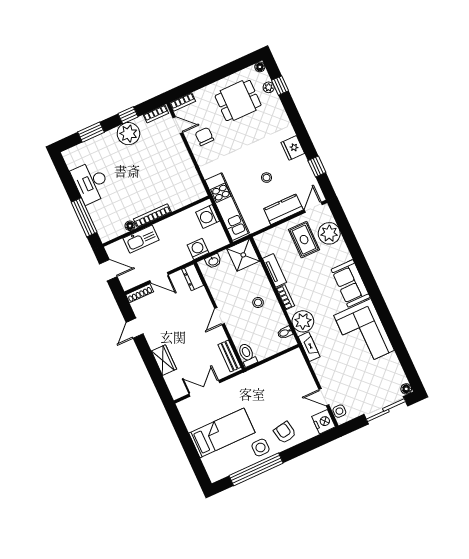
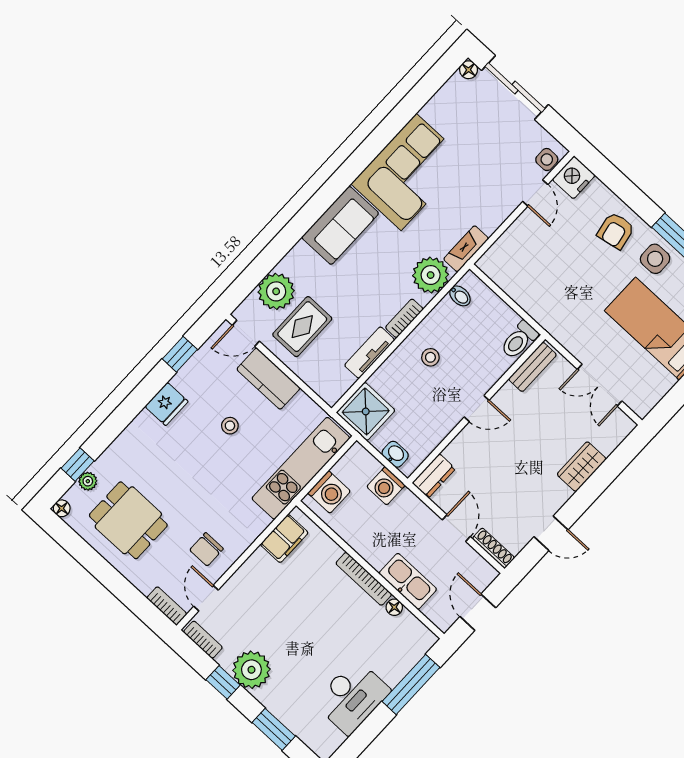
filing cabinet: (193, 181) -> (284, 539), added

